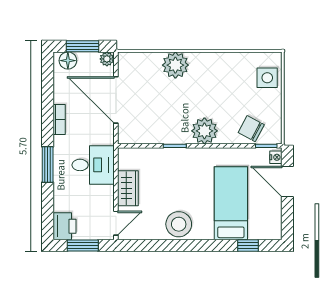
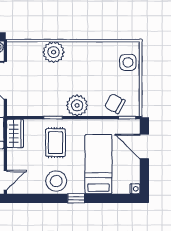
nightstand: (276, 157) -> (135, 189), moved
rug: (178, 177) -> (56, 143), added
wardrobe: (128, 188) -> (15, 133), moved
window: (248, 245) -> (76, 198), moved

